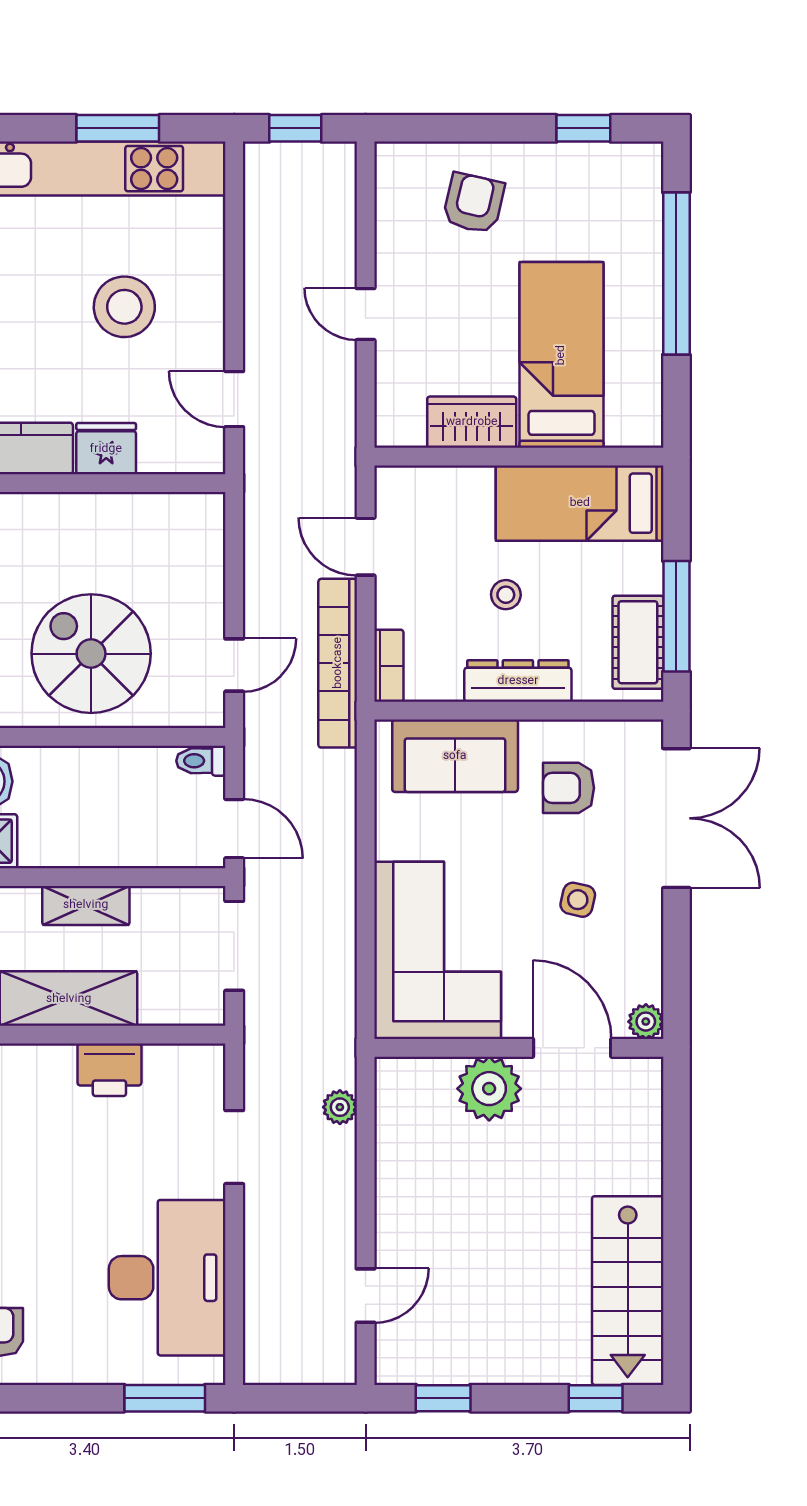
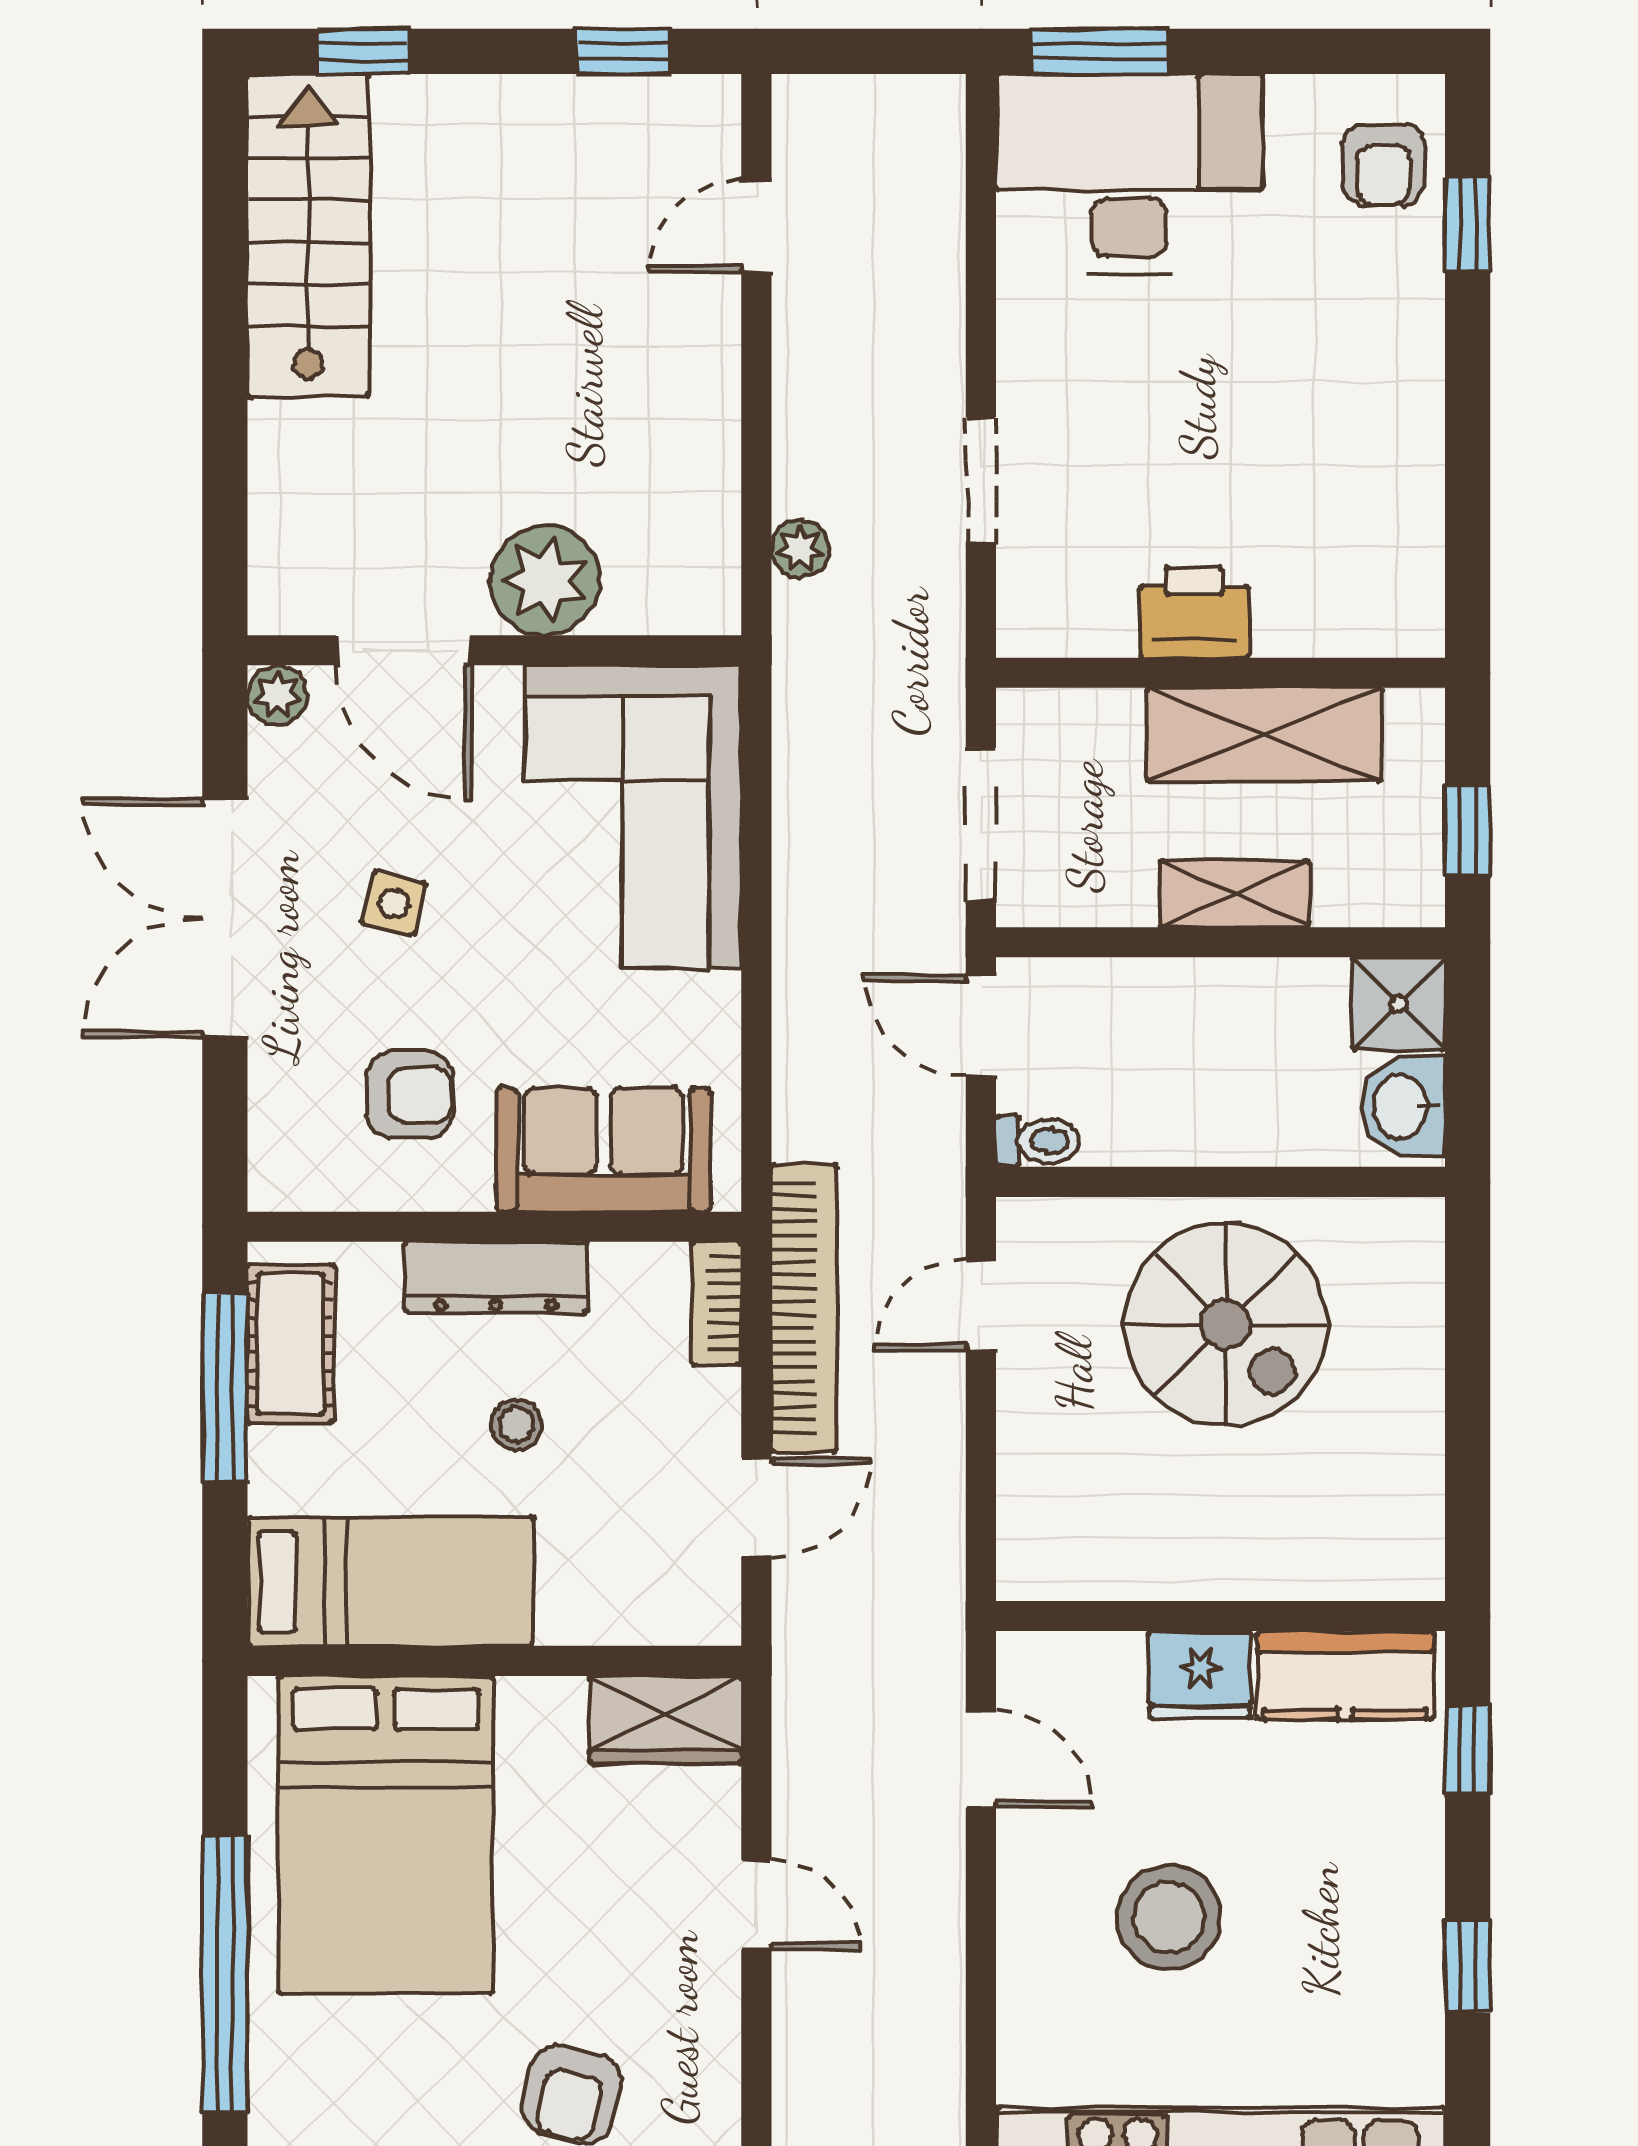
bed: (561, 355) -> (386, 1835), width x1.50
wardrobe: (472, 422) -> (665, 1720), moved
door: (366, 547) -> (756, 1507), hinge flipped
double door: (676, 818) -> (225, 918), moved
desk: (167, 1278) -> (1129, 174), moved, turned 90

